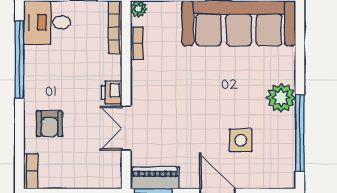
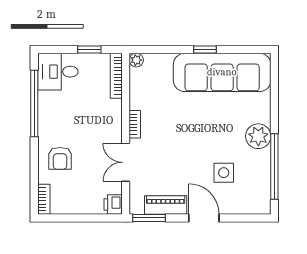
bookcase: (137, 43) -> (135, 124), moved
printer: (111, 92) -> (113, 204), moved
piano: (155, 178) -> (166, 205), moved

